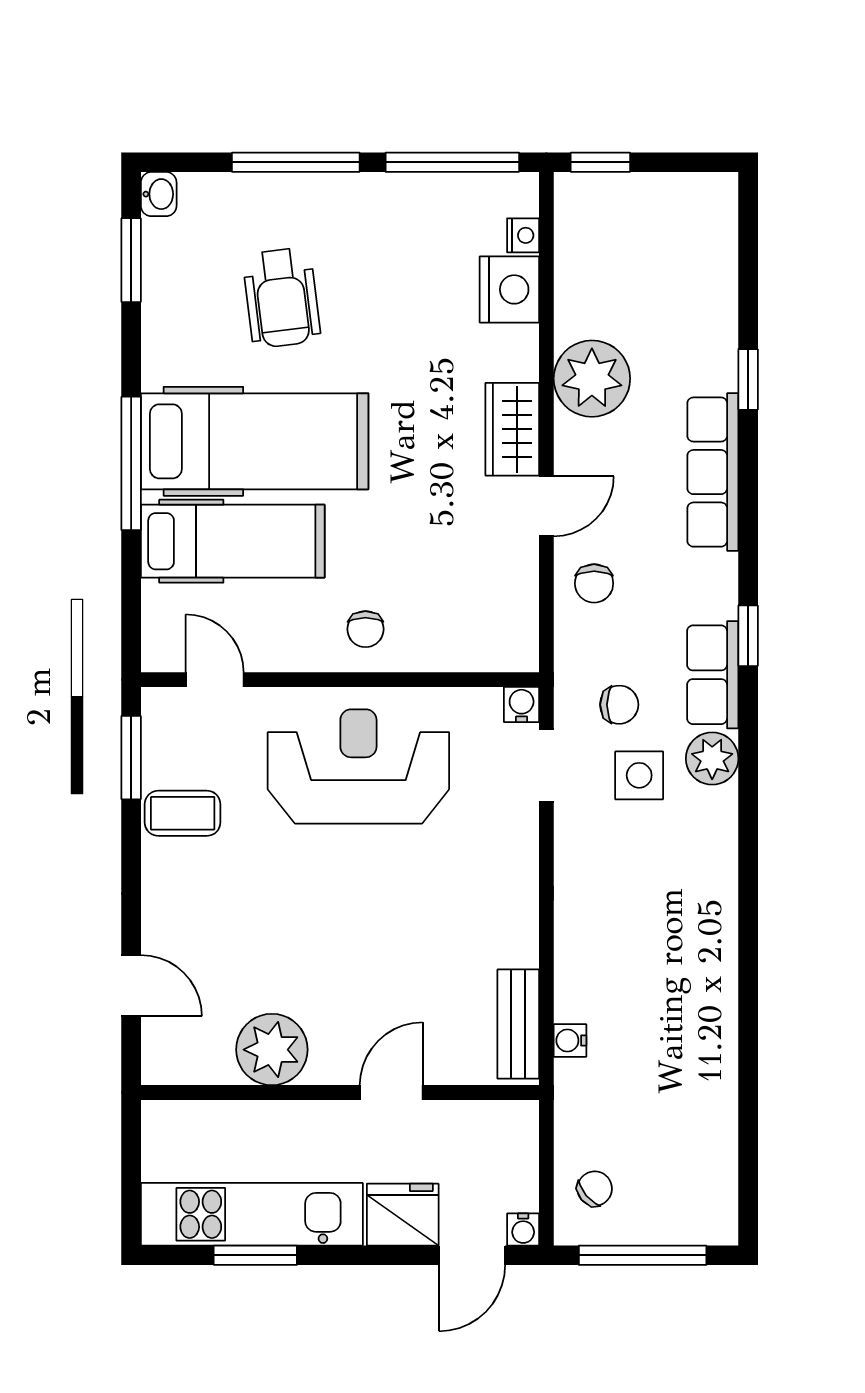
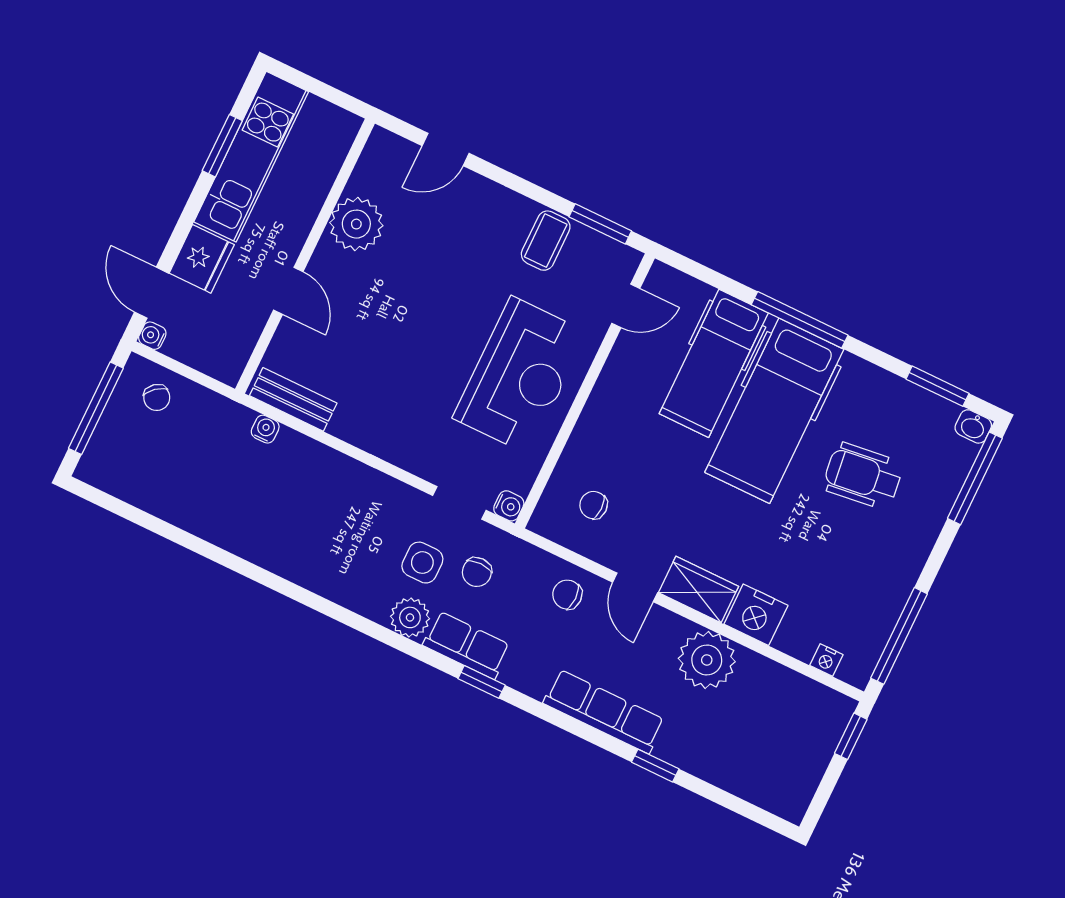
window: (296, 162) -> (975, 478), moved
nightstand: (509, 289) -> (756, 615), moved
chair: (365, 629) -> (594, 505), moved

